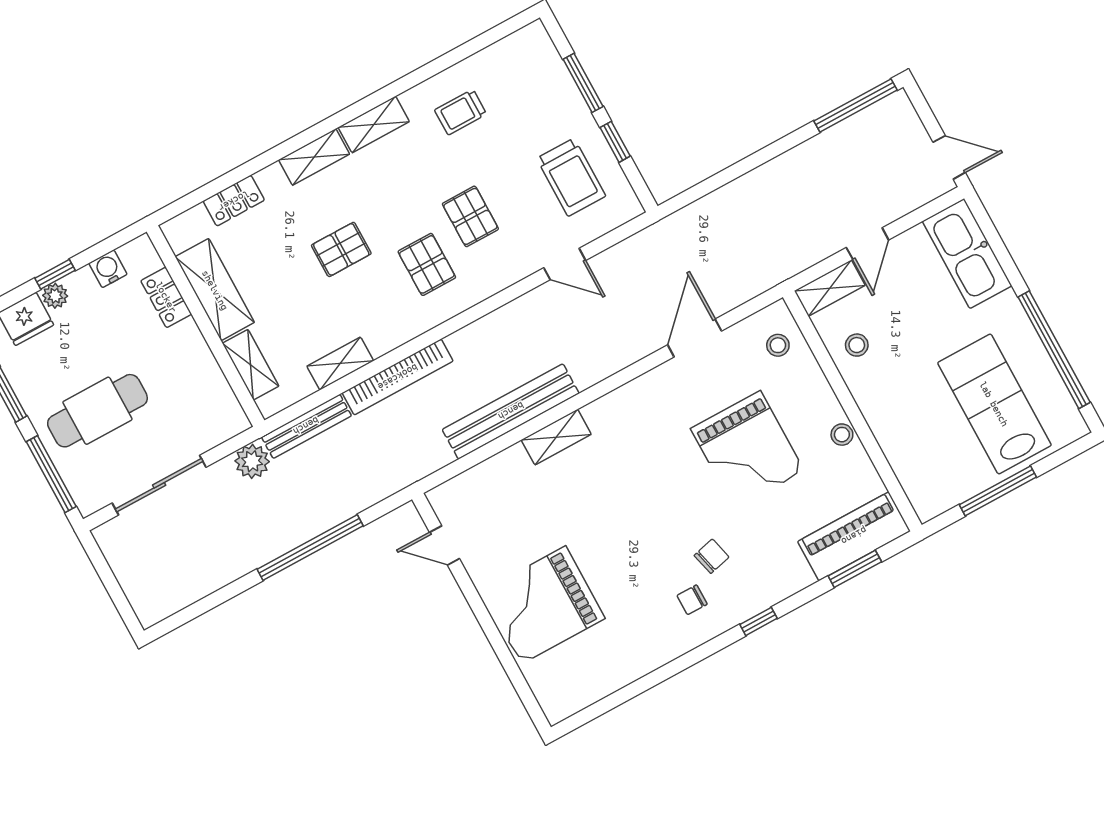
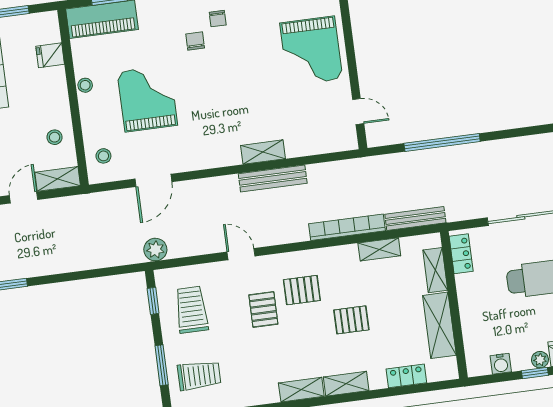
trolley: (461, 112) -> (199, 375), moved, width x1.36, depth x1.39
window: (615, 142) -> (153, 301), moved
pallet: (427, 264) -> (302, 290), turned 90
door: (565, 264) -> (241, 254), moved
locker: (166, 297) -> (461, 254), moved
bench: (511, 411) -> (273, 178), width x0.73, depth x0.82
fridge: (907, 458) -> (50, 55), added
plant: (252, 461) -> (155, 250), moved
chair: (712, 556) -> (195, 41), turned 104
chair: (692, 600) -> (218, 19), turned 90
grand piano: (543, 605) -> (311, 51), turned 90

